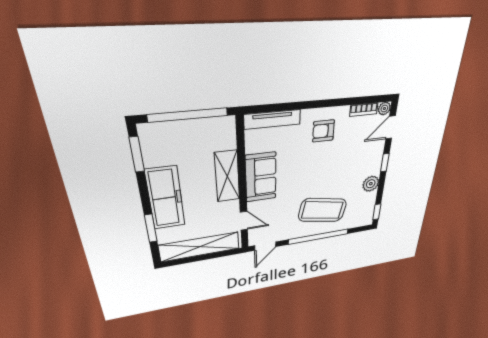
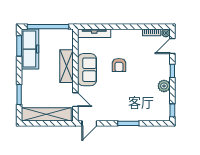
armchair: (323, 131) -> (119, 65), moved, turned -90
freezer: (165, 198) -> (30, 49), moved
coffee table: (323, 210) -> (130, 101), removed
window: (319, 237) -> (128, 123), width x0.47

